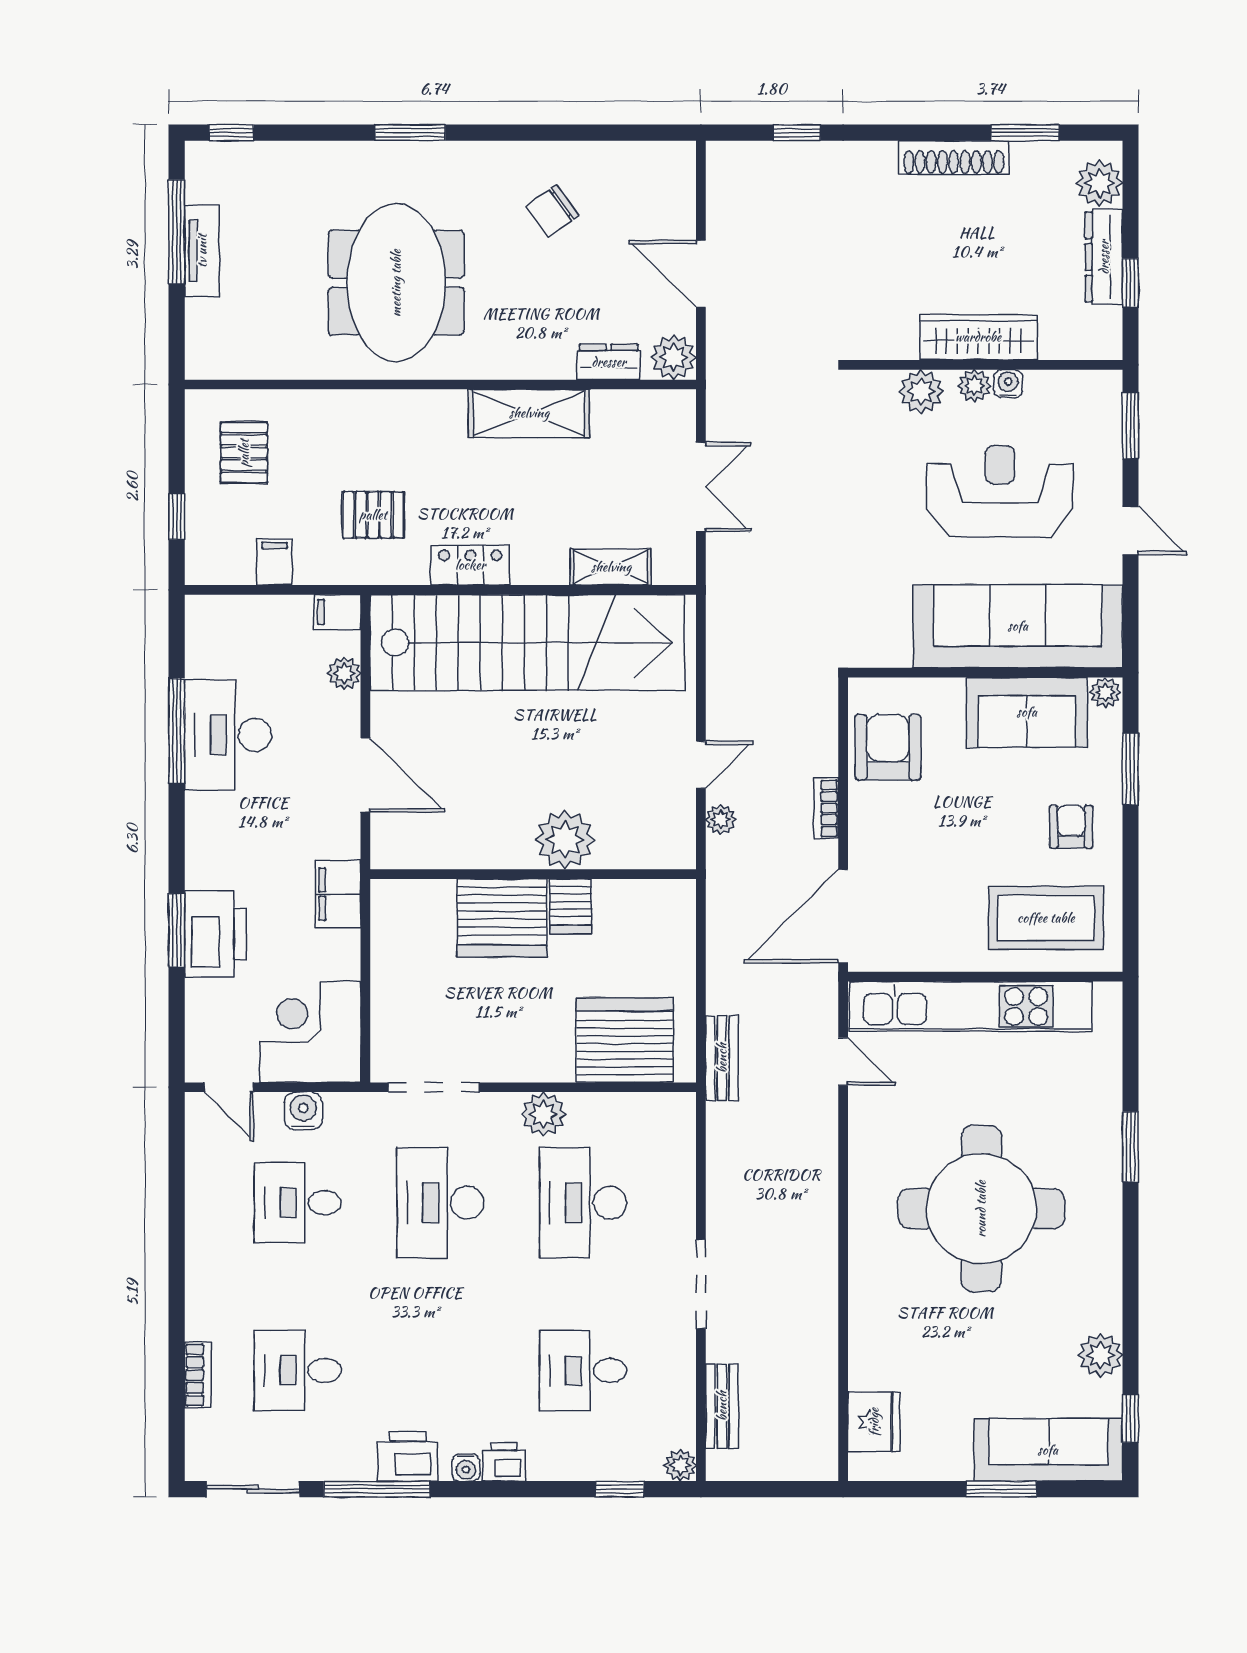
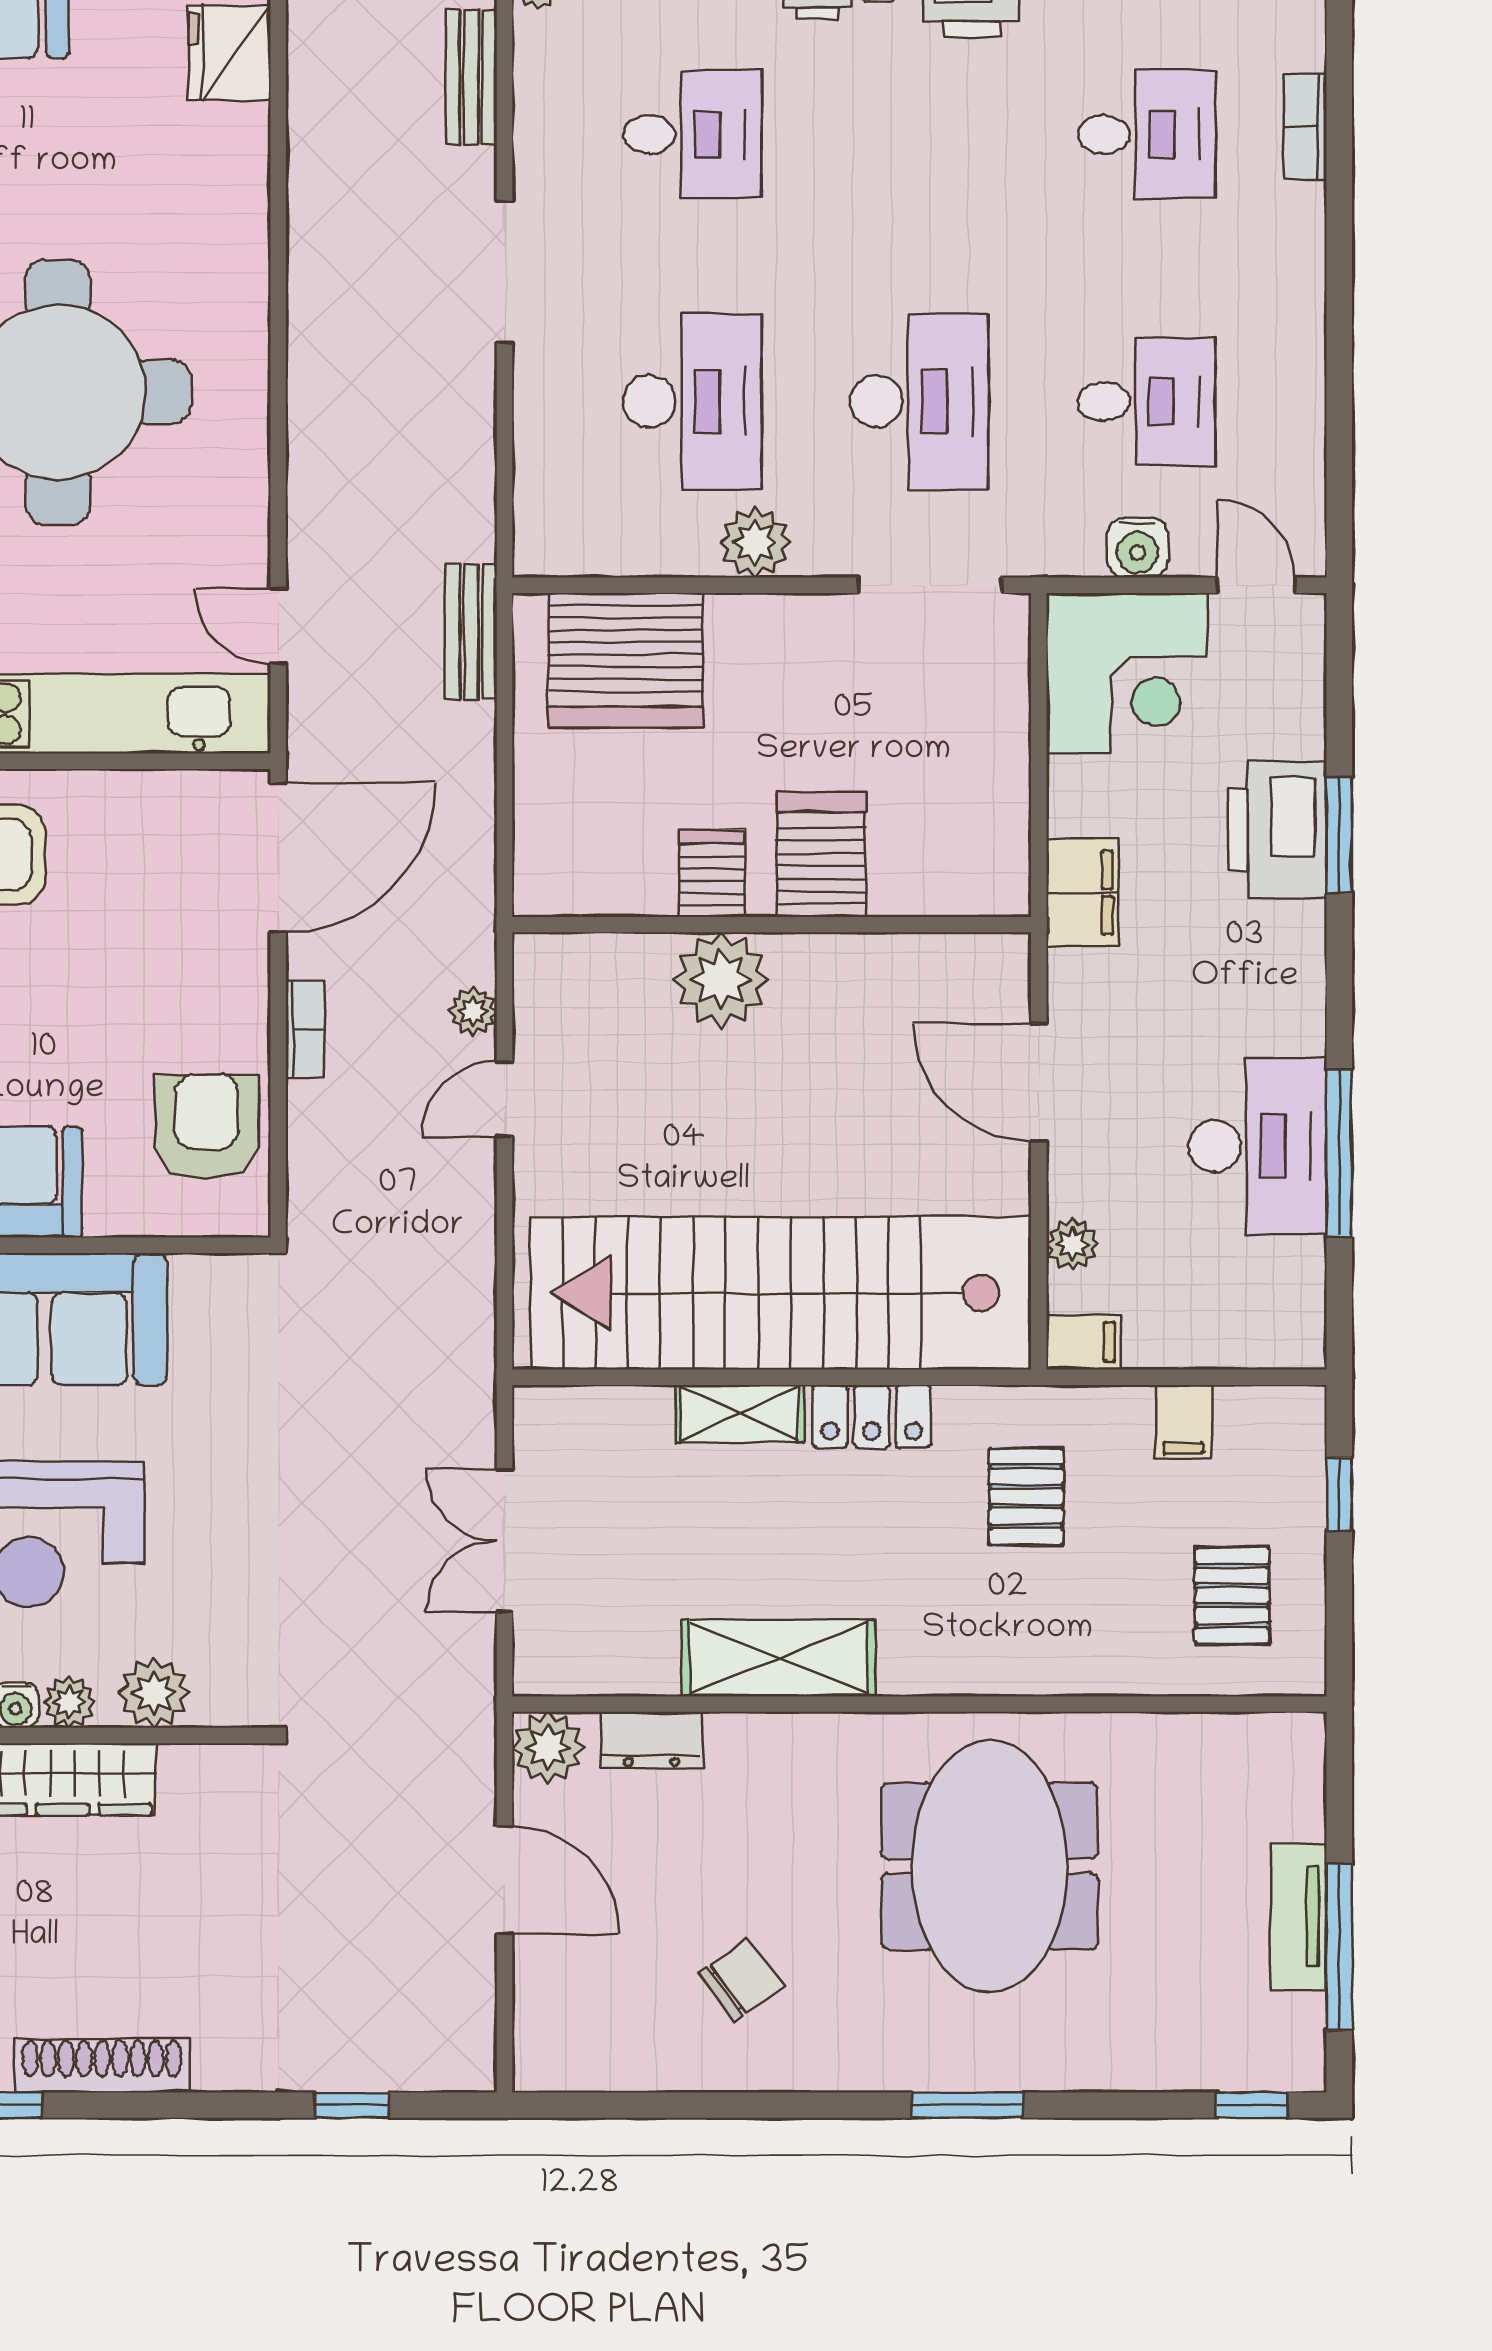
pallet: (373, 515) -> (1026, 1497), turned 90
shelving: (611, 567) -> (740, 1414), moved
armchair: (888, 747) -> (207, 1127), turned 180
server rack: (502, 918) -> (821, 855), width x0.62

